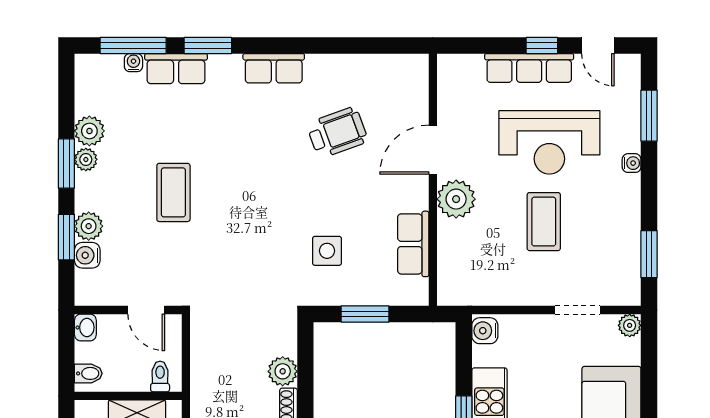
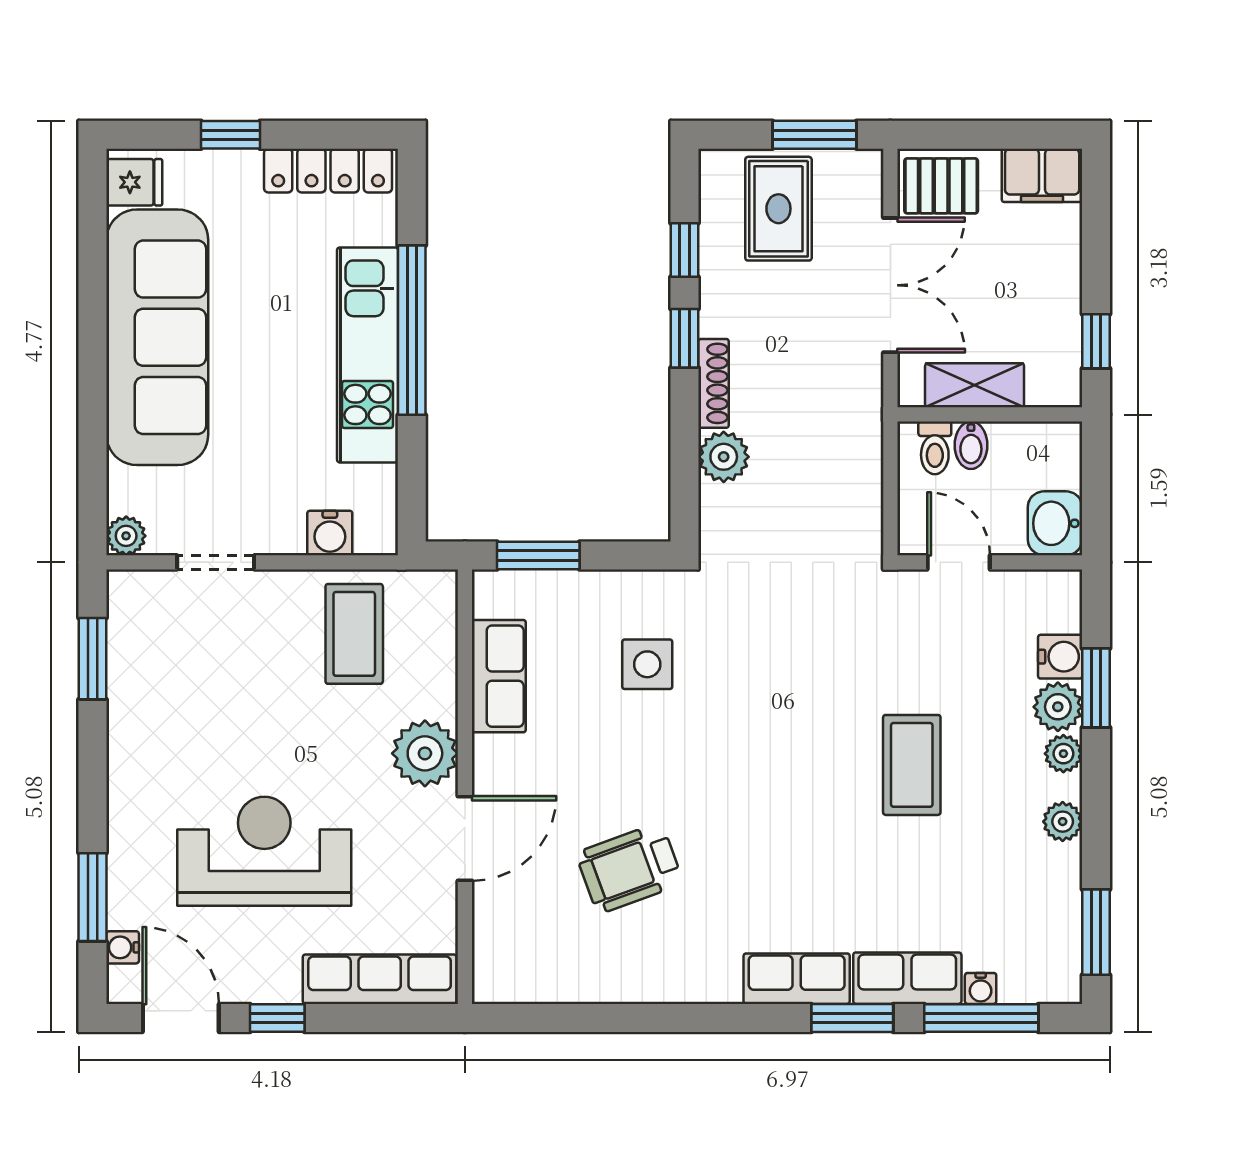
door: (598, 46) -> (181, 1018), width x1.37
row of seats: (274, 68) -> (797, 979), moved
row of seats: (529, 68) -> (380, 979), moved
plant: (89, 131) -> (1063, 754), moved, width x0.73, depth x0.73
water cooler: (632, 163) -> (123, 947), moved
window: (66, 164) -> (1096, 932), moved
coffee table: (544, 222) -> (354, 634), moved
window: (365, 314) -> (538, 555), moved
washbasin: (85, 327) -> (1055, 523), width x1.38, depth x1.45
water cooler: (485, 331) -> (330, 533), moved, turned 90
bidet: (88, 373) -> (971, 445), moved, turned -90

